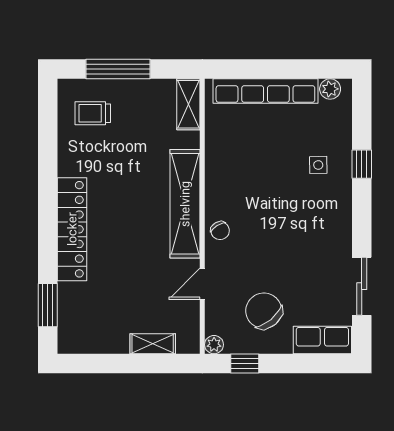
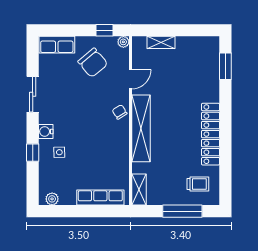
row of seats: (265, 91) -> (100, 198), width x0.73
water cooler: (340, 199) -> (46, 131), added
locker: (72, 229) -> (211, 134), moved
sliding door: (362, 286) -> (33, 94), moved

